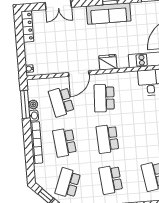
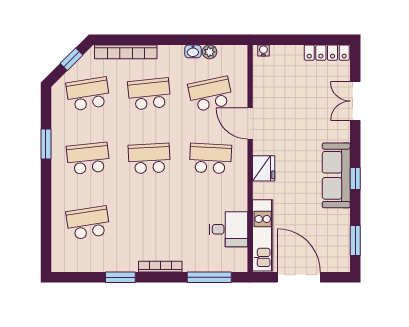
window: (25, 104) -> (211, 40), removed
bookcase: (36, 143) -> (126, 52), moved
school desk: (68, 183) -> (88, 94), turned -30

